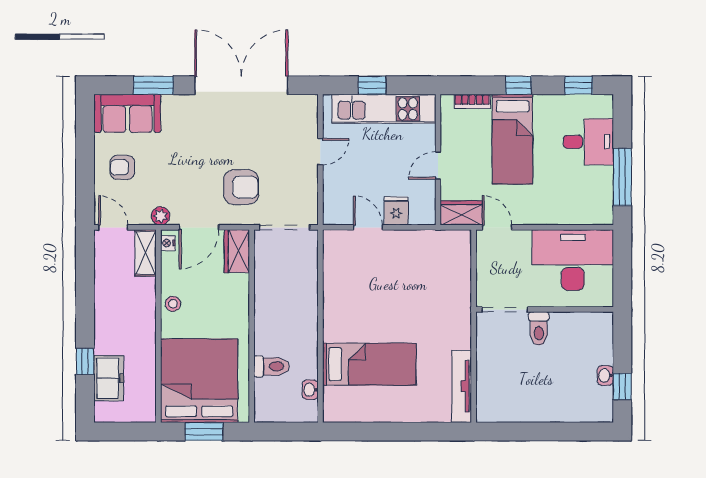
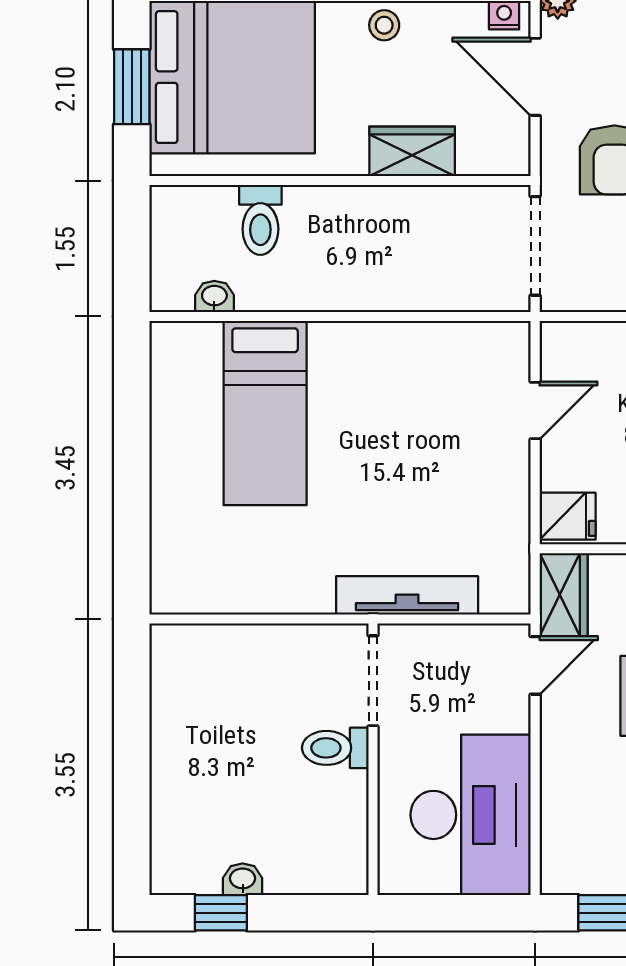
fridge: (396, 211) -> (568, 516), moved
wardrobe: (237, 251) -> (412, 151), moved
tv unit: (462, 386) -> (407, 595), moved

